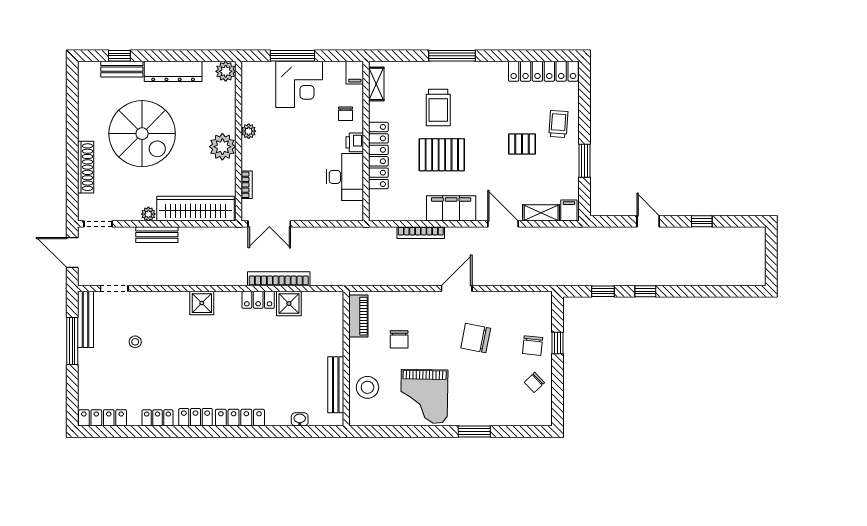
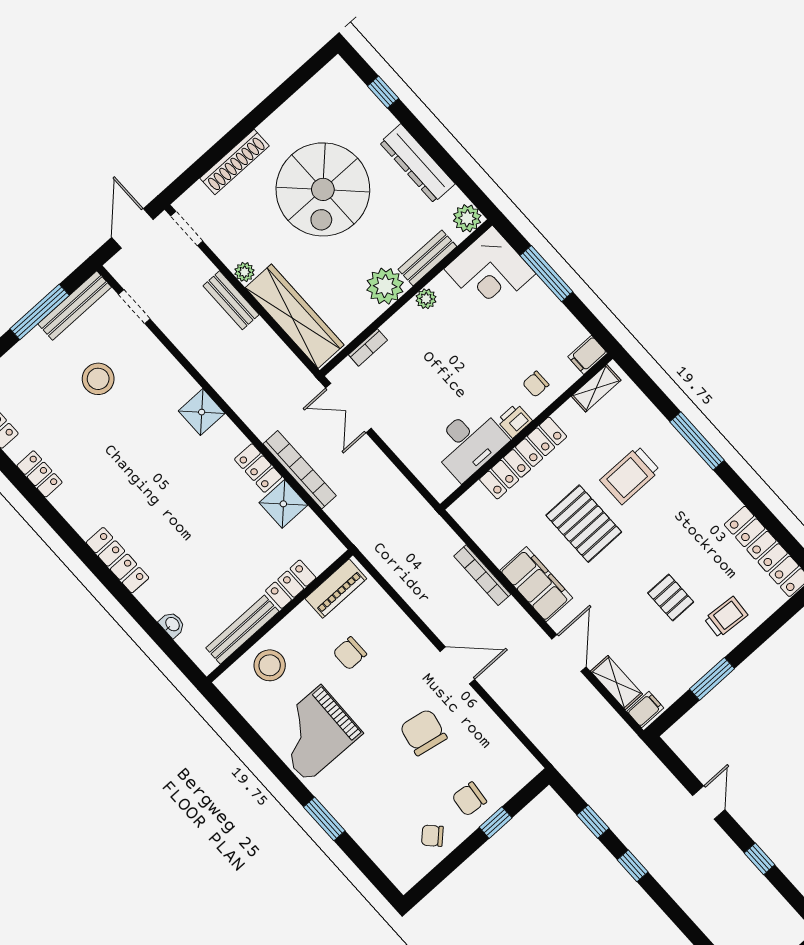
bench: (122, 69) -> (427, 258), moved, turned 90
corner desk: (299, 84) -> (490, 271), moved
stool: (135, 342) -> (98, 379), width x1.89, depth x1.89
locker: (196, 417) -> (291, 584), moved, turned -90

